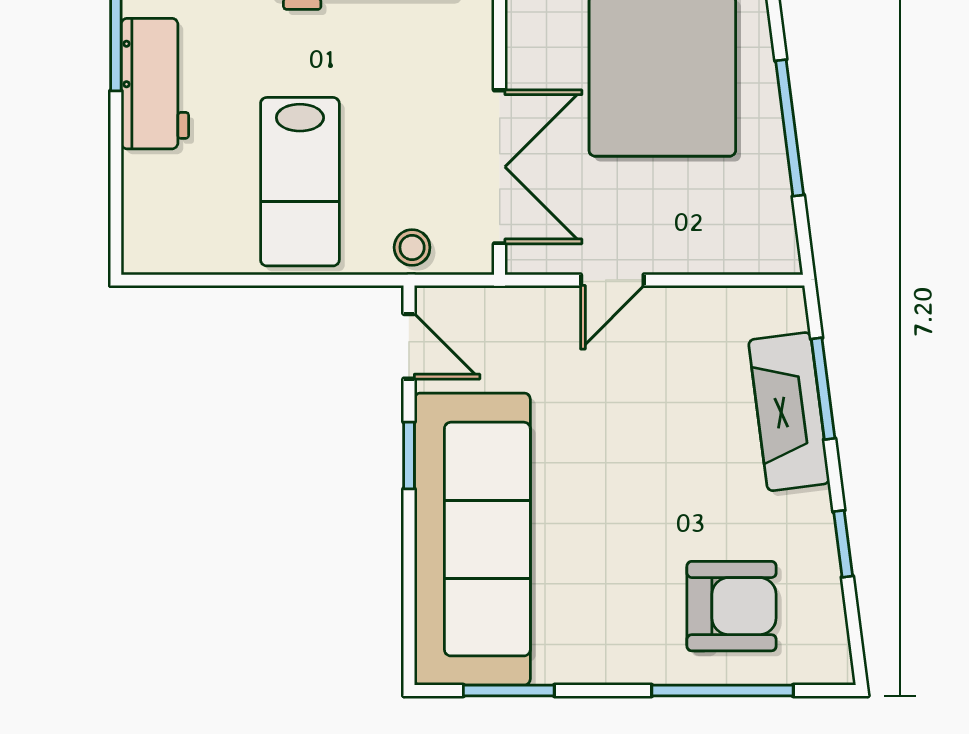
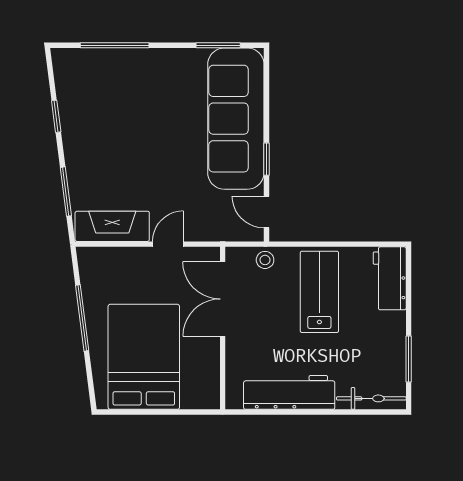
workbench: (155, 84) -> (390, 278), moved
fireplace: (789, 412) -> (112, 226), moved, turned -83
armchair: (732, 606) -> (110, 86), removed

